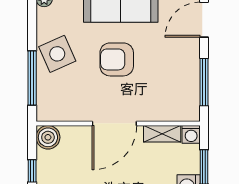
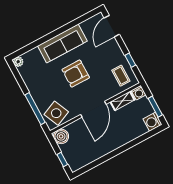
side table: (57, 54) -> (56, 113), moved
window: (204, 82) -> (130, 60), width x0.46
coffee table: (179, 97) -> (121, 76), added

